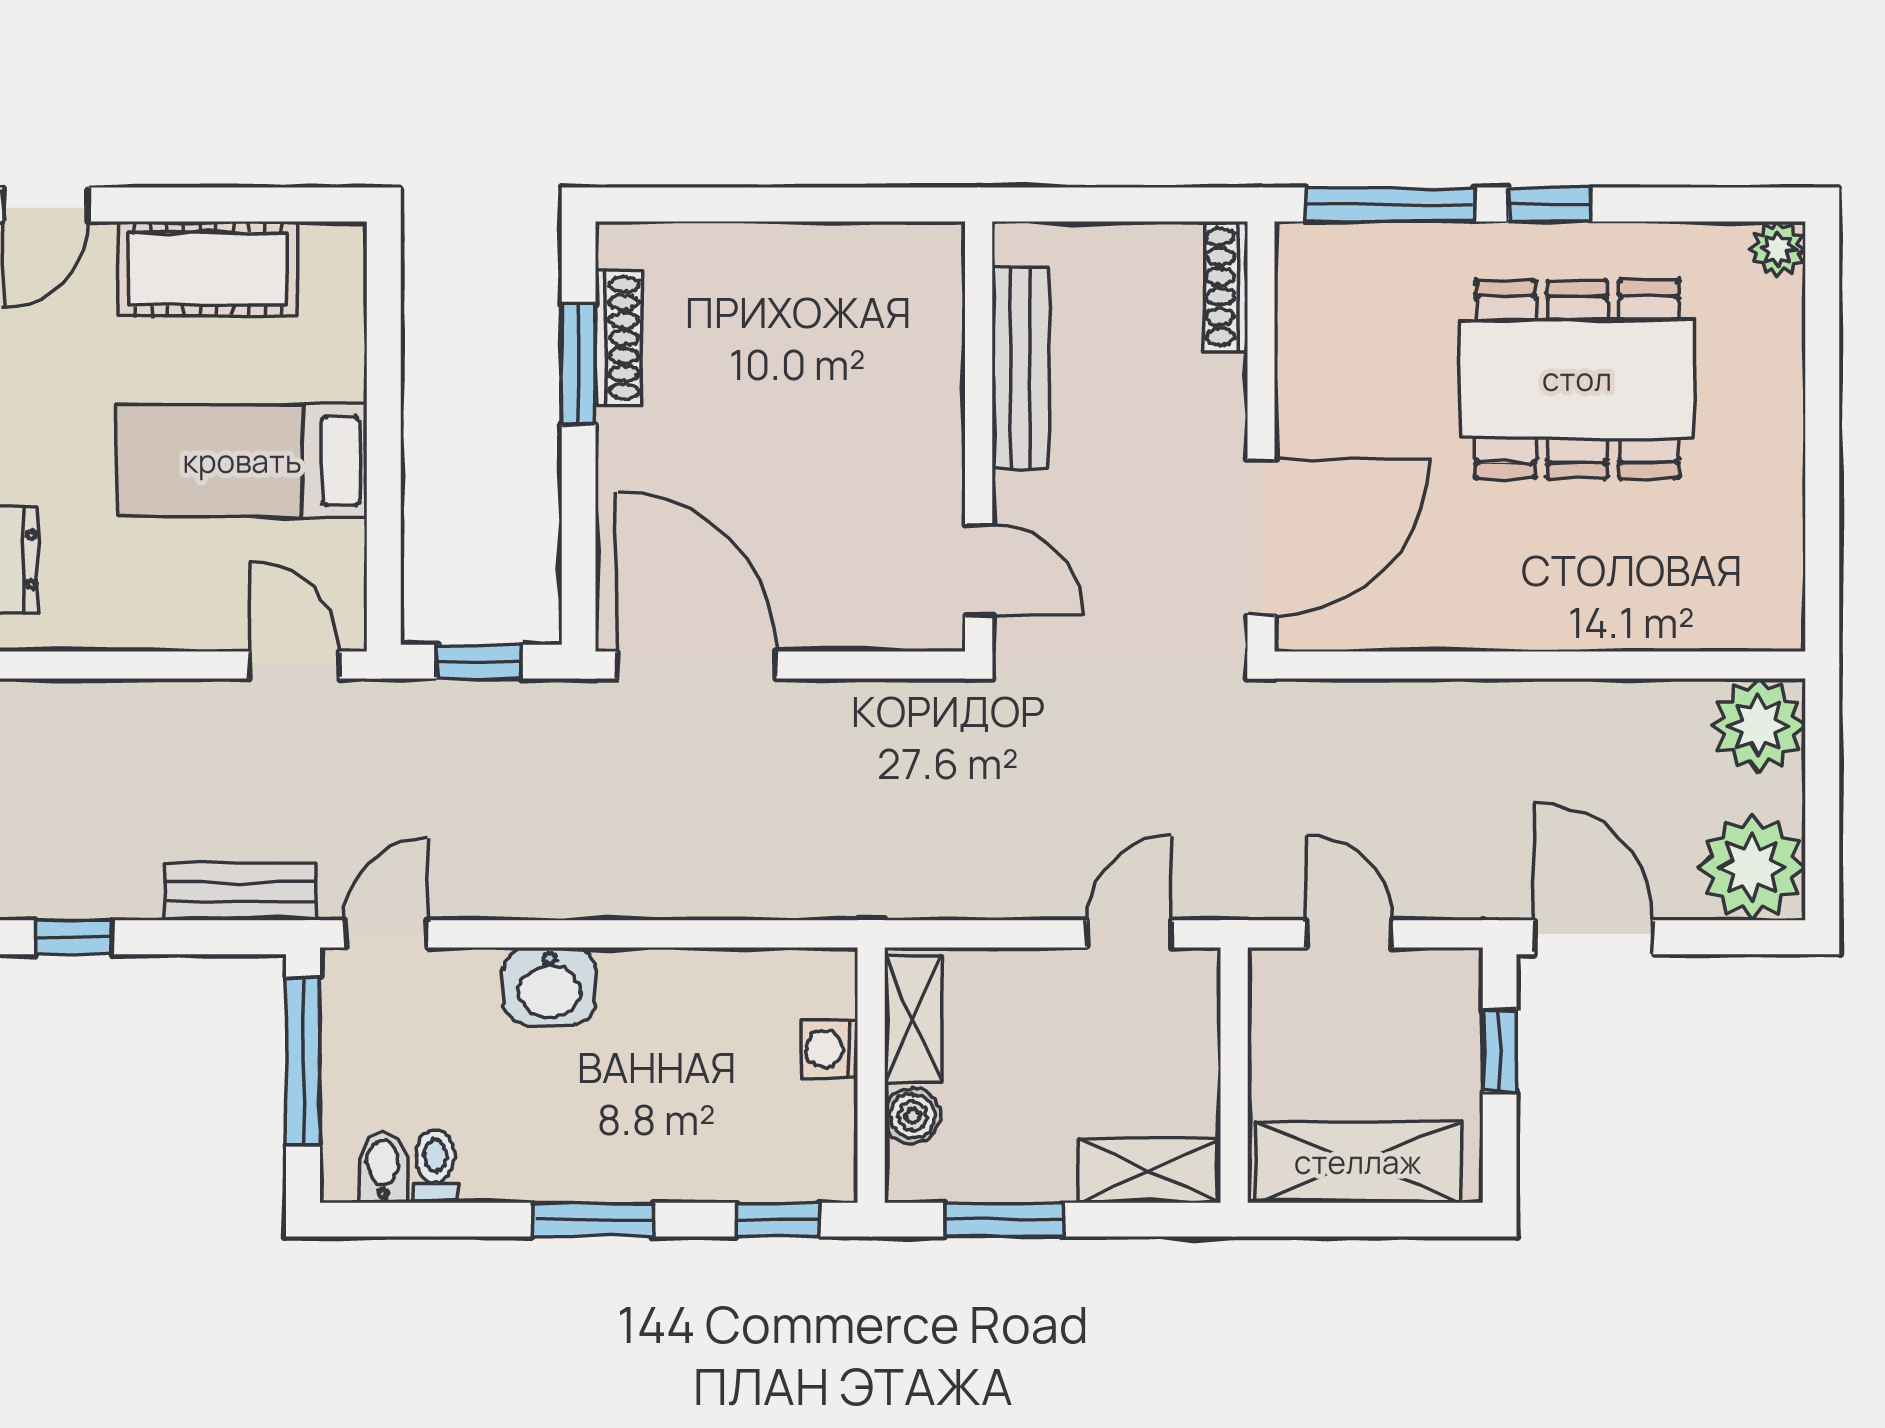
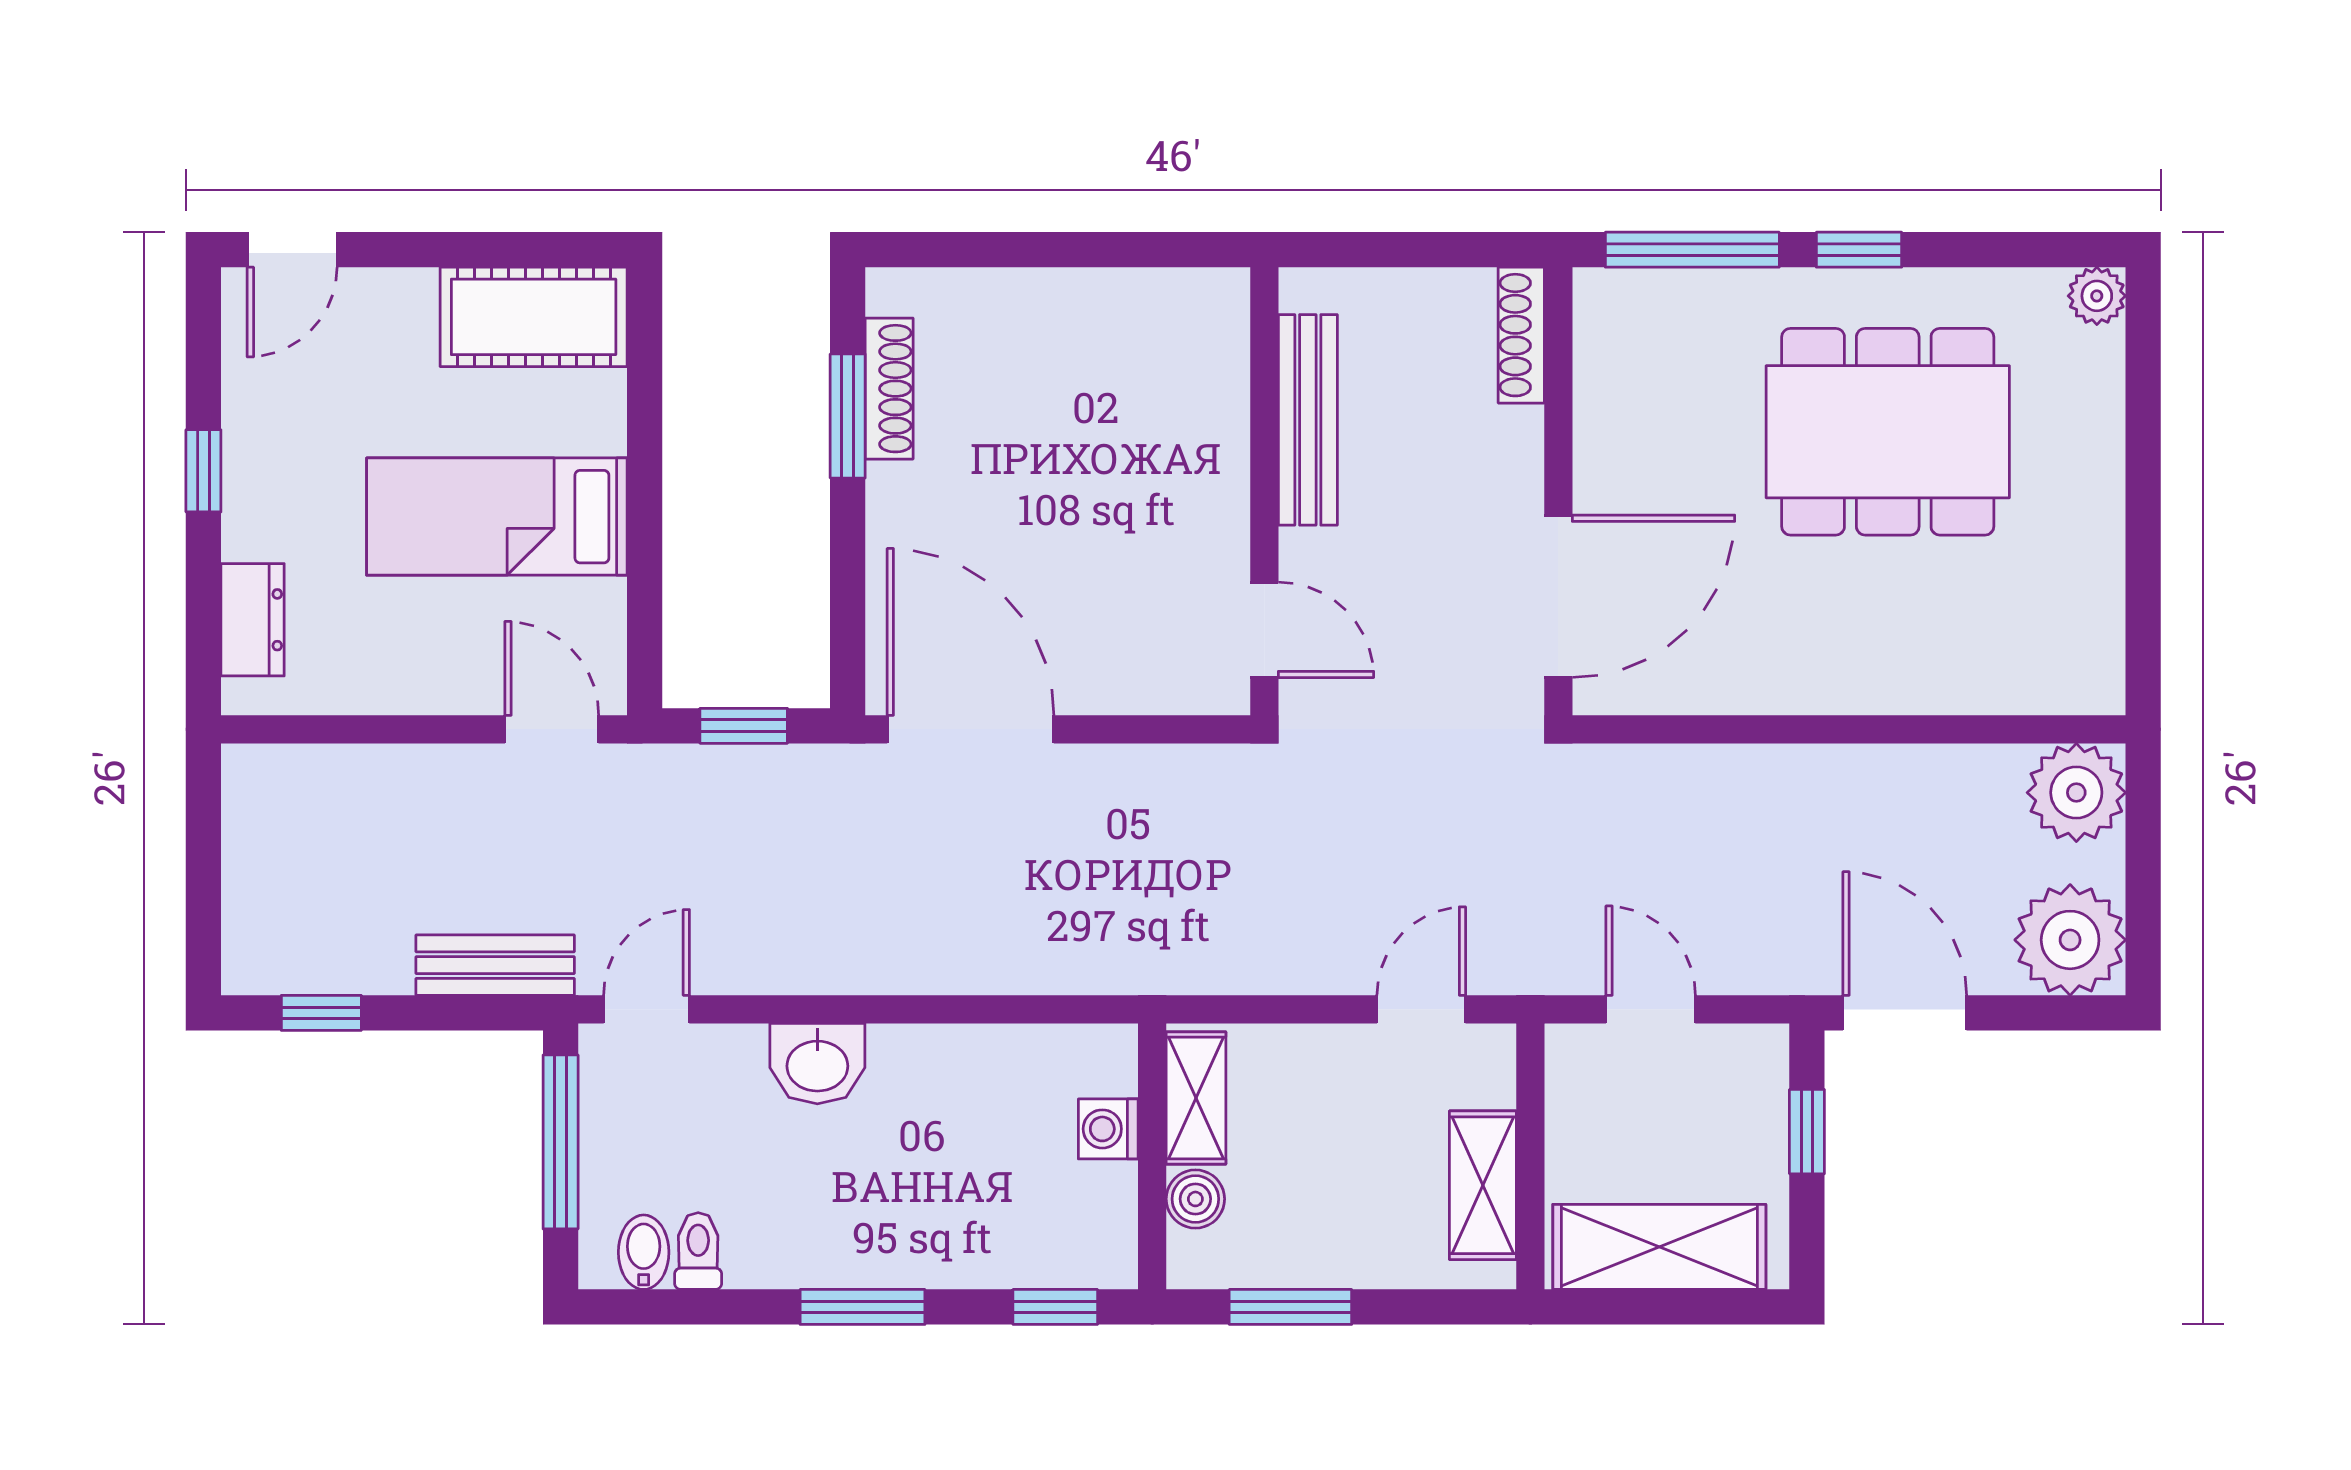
cot: (208, 269) -> (534, 317), moved
shelving: (1149, 1171) -> (1483, 1185), moved, turned 90

